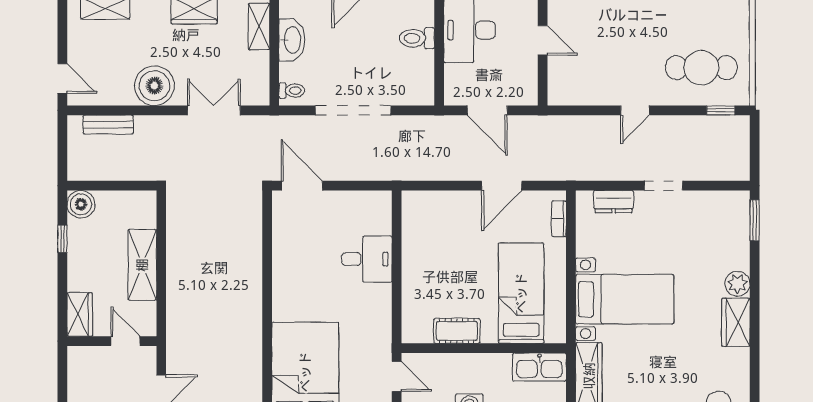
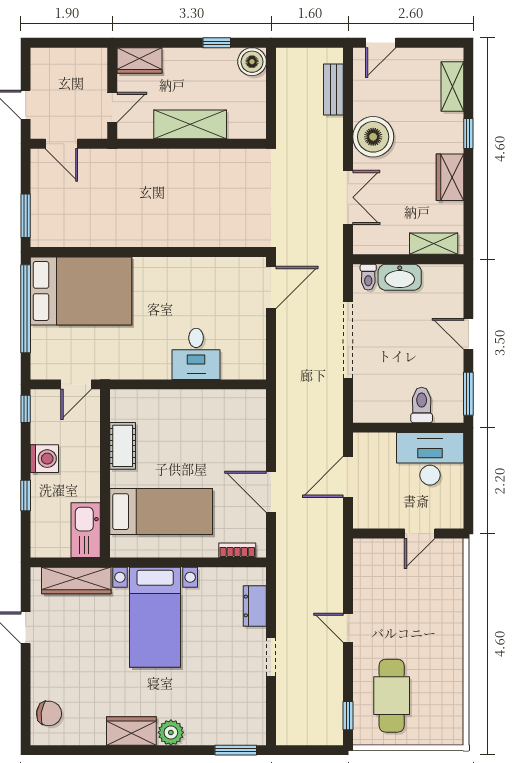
washbasin: (292, 40) -> (400, 277), moved

